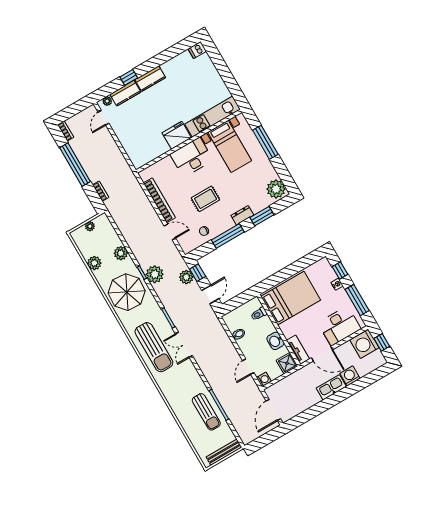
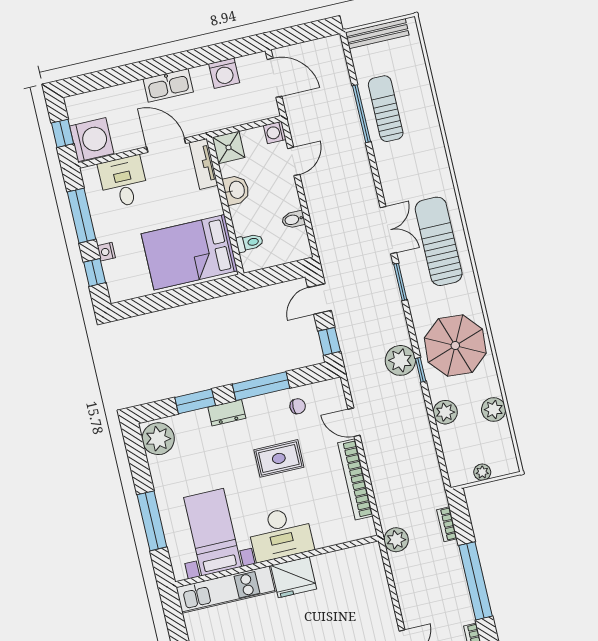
plant: (186, 277) -> (396, 540), moved
desk: (340, 326) -> (123, 182), width x0.73
washing machine: (350, 376) -> (224, 73), moved
door: (273, 410) -> (274, 78), hinge flipped

